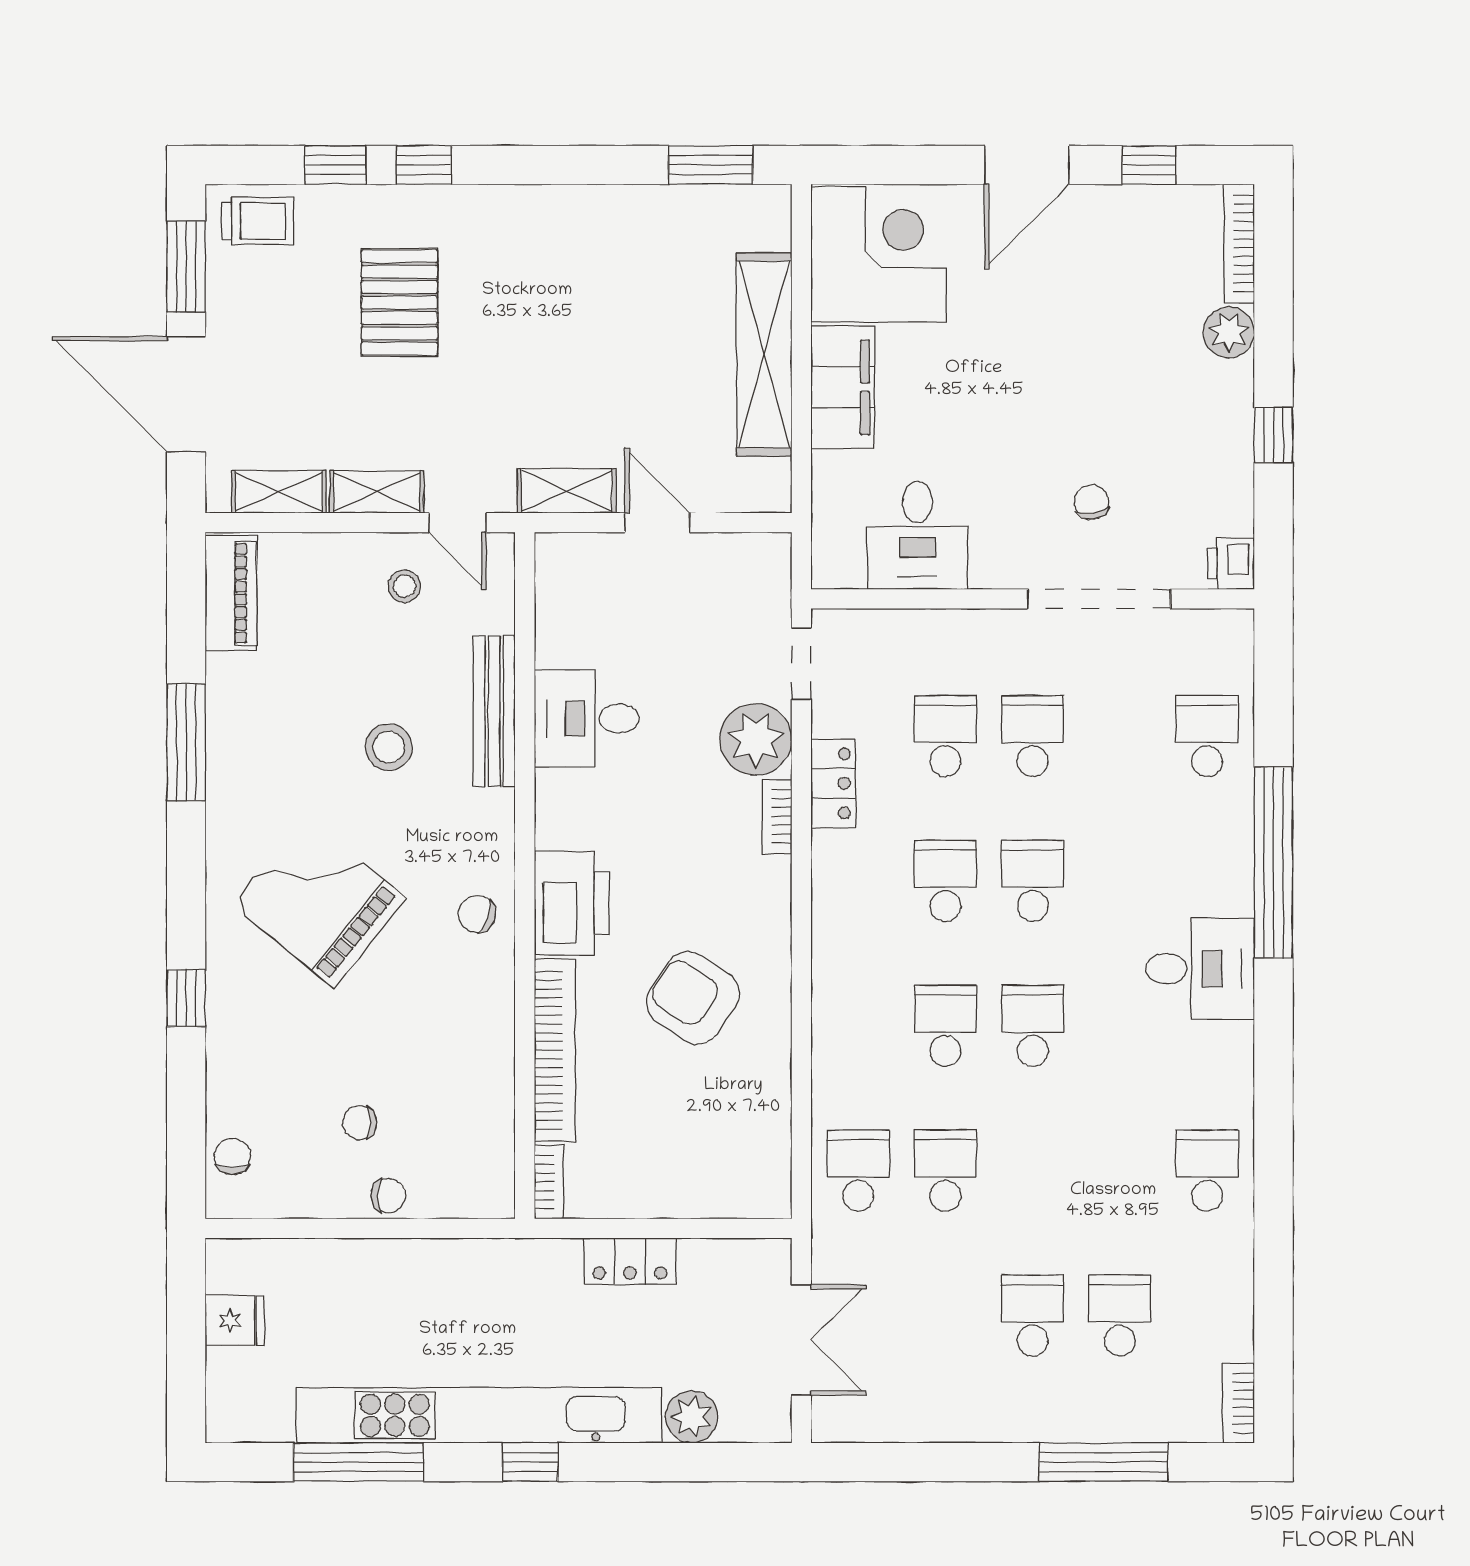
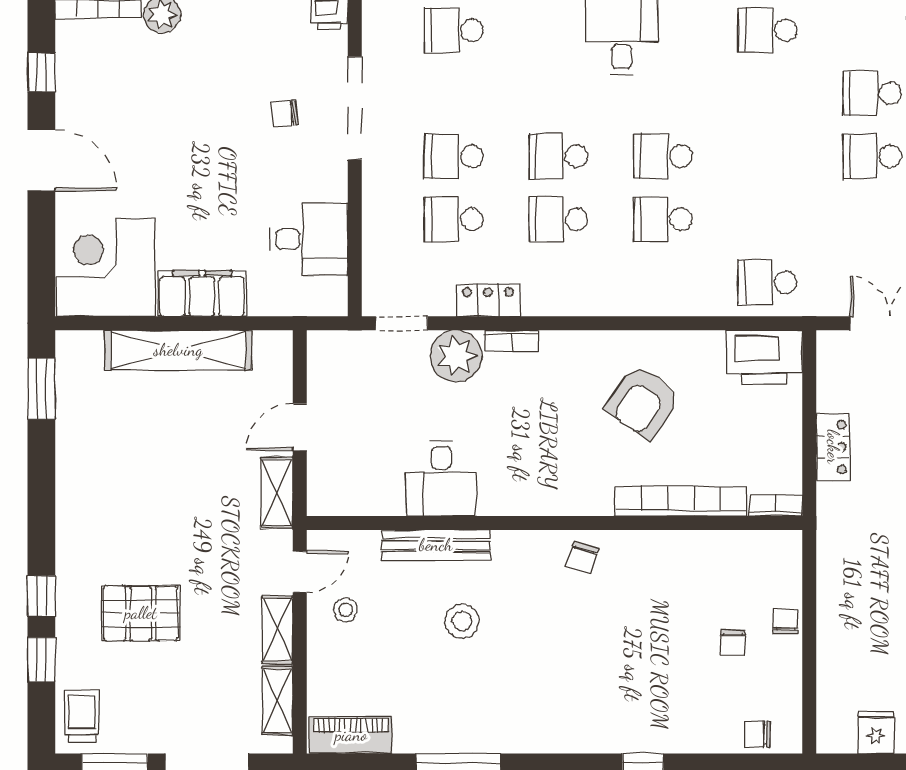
grand piano: (319, 902) -> (573, 672), removed
printer: (572, 903) -> (764, 357), moved, turned 180
school desk: (945, 1171) -> (768, 219), removed

